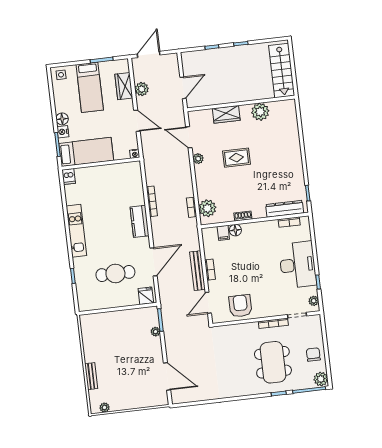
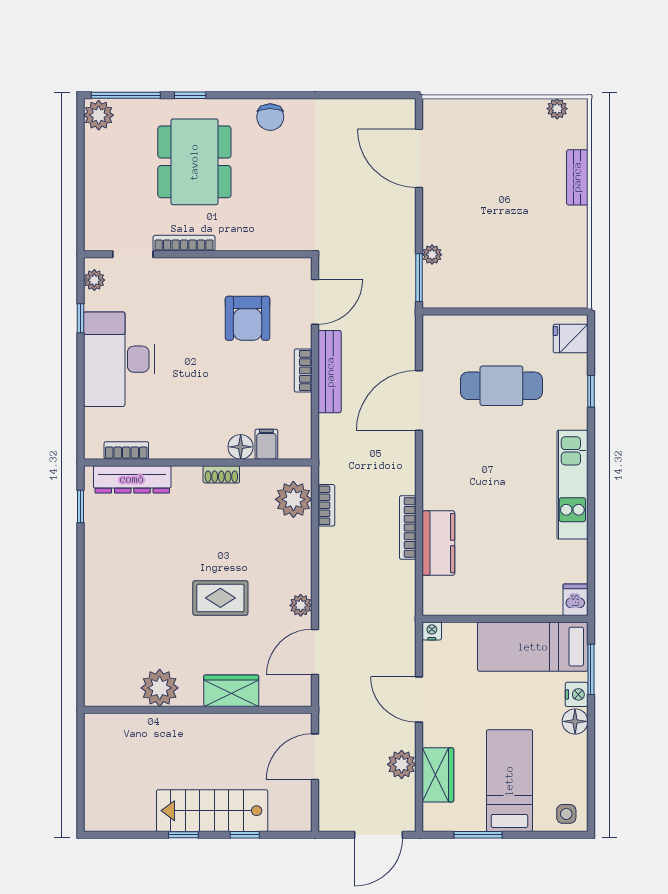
stairs: (282, 71) -> (212, 811), moved, turned -90
door: (189, 137) -> (315, 652), swing flipped
kitchen counter: (140, 221) -> (438, 543), moved
fridge: (146, 296) -> (571, 338), moved, turned 90
armchair: (240, 306) -> (248, 318), moved
chair: (313, 355) -> (270, 117), moved

